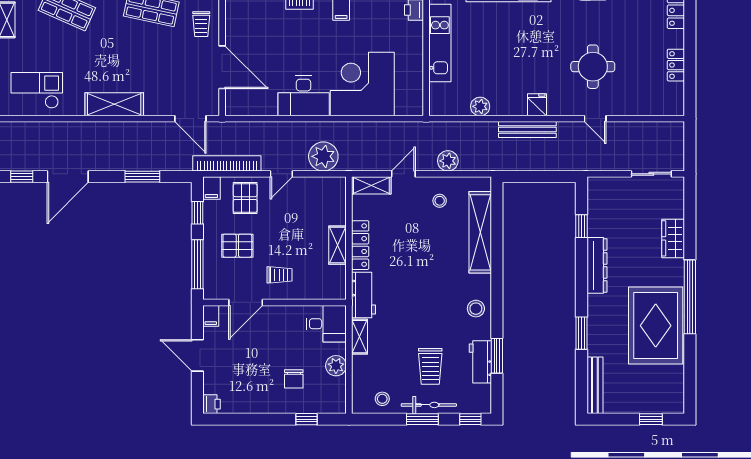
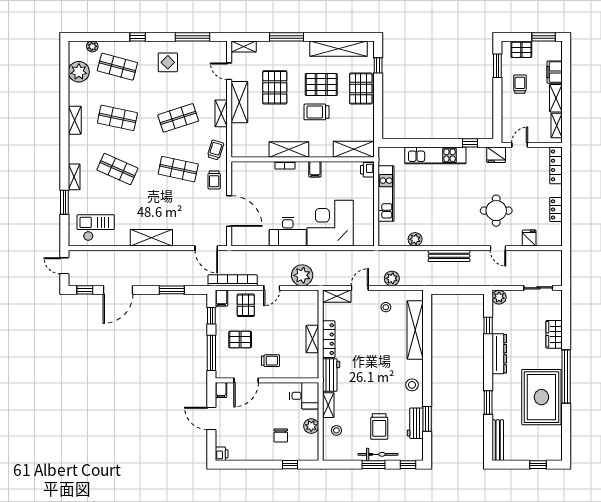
fridge: (537, 105) -> (529, 238), moved
plant: (597, 187) -> (499, 297), added
stool: (382, 399) -> (336, 430), moved

